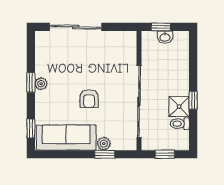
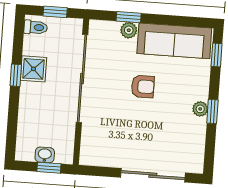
armchair: (89, 99) -> (143, 87), turned 90
toilet: (180, 124) -> (36, 27), moved

